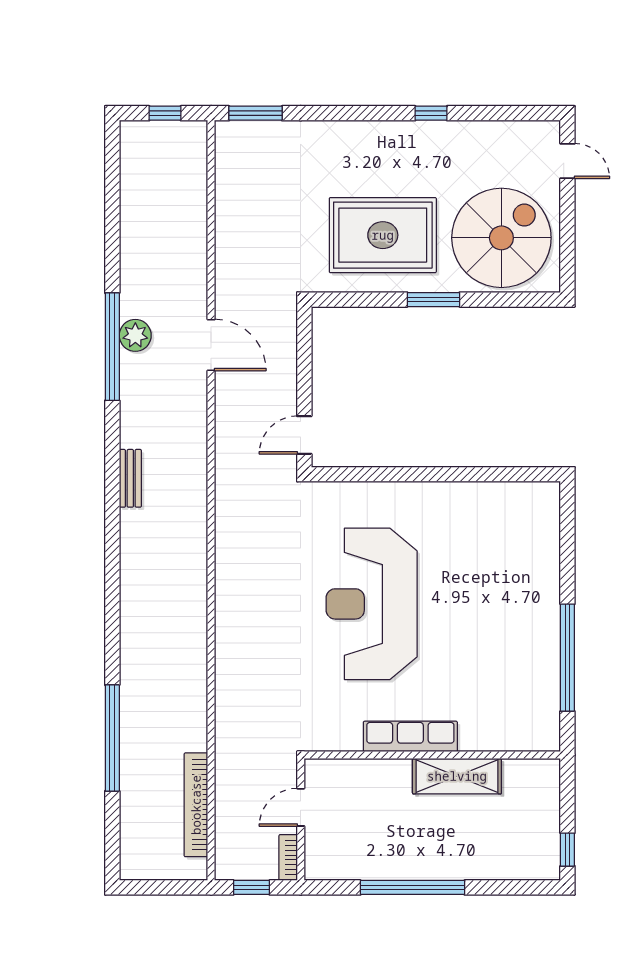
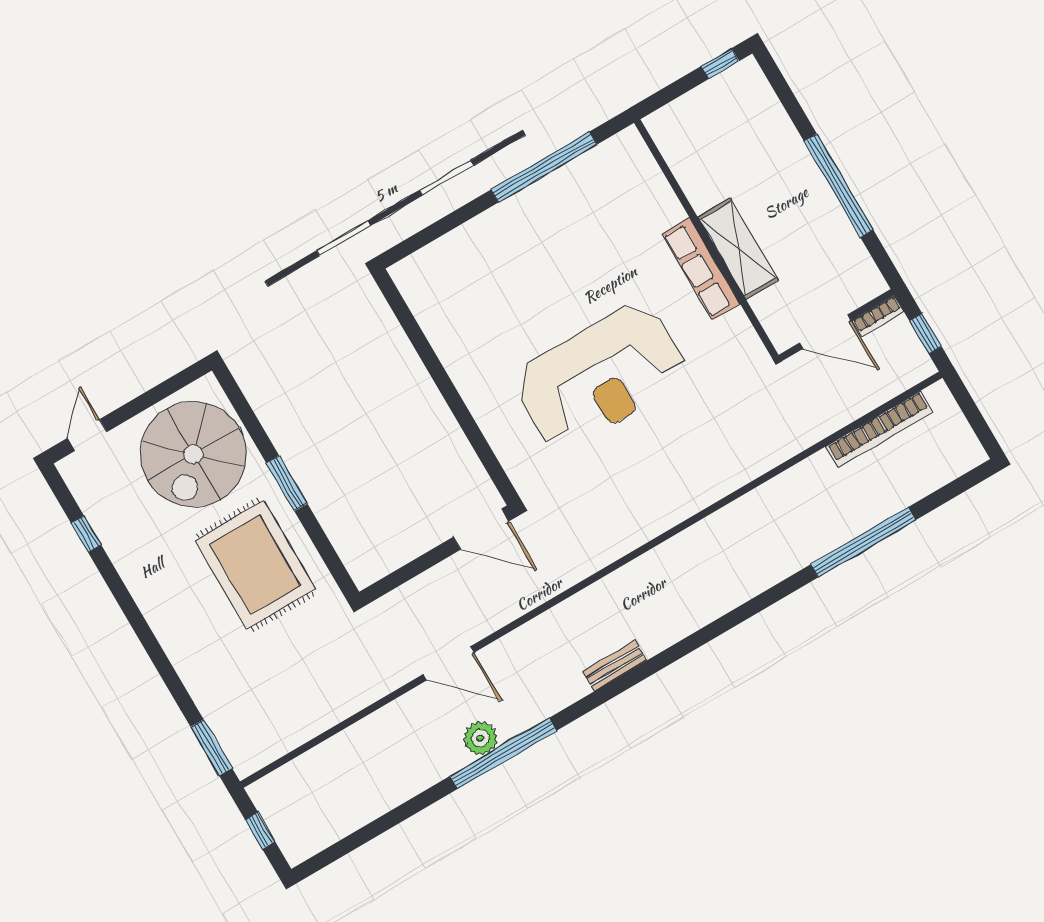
window: (431, 113) -> (86, 534), moved
spiral stairs: (501, 238) -> (193, 454), turned -90
door: (211, 345) -> (449, 663), swing flipped
door: (304, 435) -> (481, 529), width x1.38
shelving: (457, 776) -> (738, 249), moved
door: (301, 807) -> (825, 332), width x1.38

